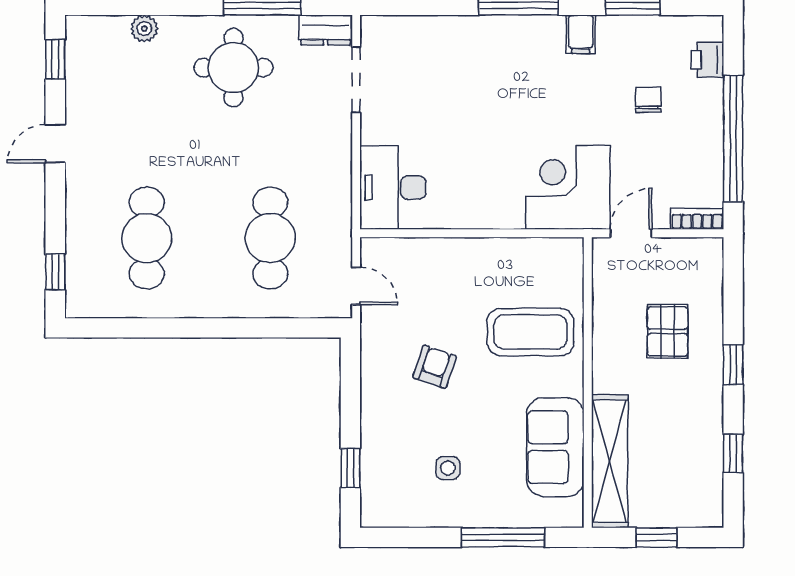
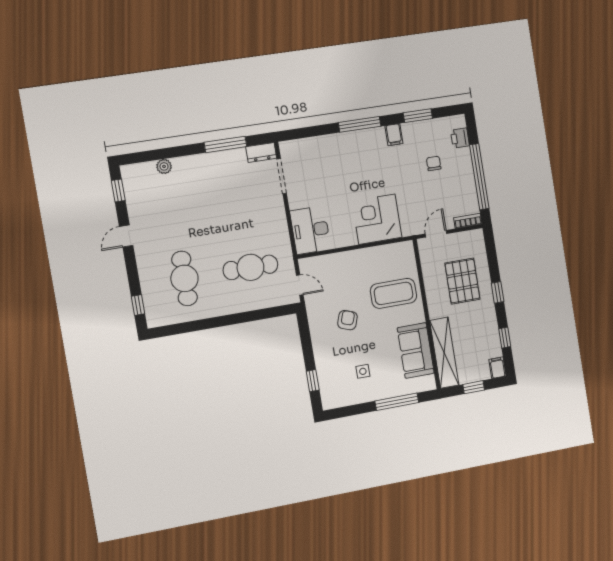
round table: (234, 68) -> (216, 180), removed
corner desk: (568, 187) -> (377, 219), moved
cafe table: (270, 238) -> (250, 267), turned 90
pallet: (668, 331) -> (462, 281), width x1.50, depth x1.42
filing cabinet: (709, 509) -> (497, 368), added

